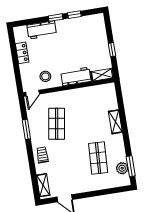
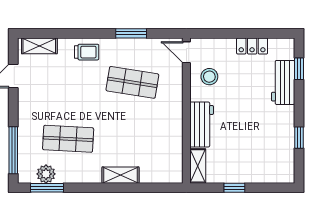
window: (56, 18) -> (299, 69), moved
window: (111, 191) -> (13, 150), added

